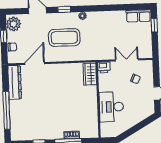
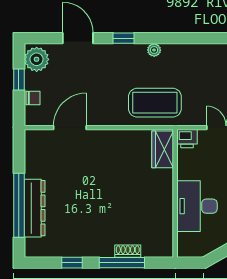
coffee table: (64, 38) -> (155, 103), moved
dresser: (15, 82) -> (35, 208), moved

